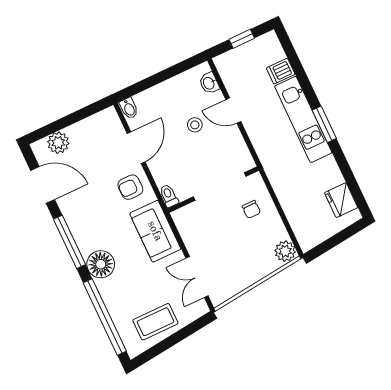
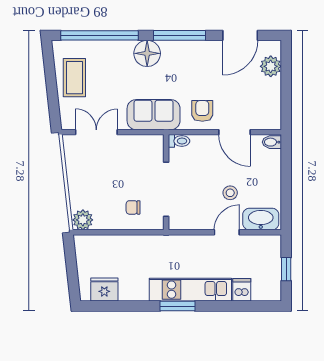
washbasin: (209, 83) -> (261, 219), width x1.91, depth x1.45

